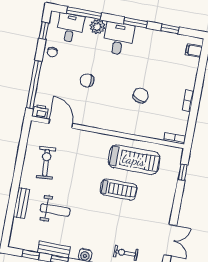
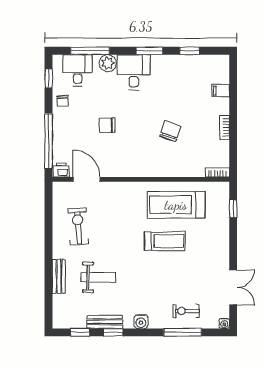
filing cabinet: (194, 50) -> (221, 91), moved
treadmill: (134, 160) -> (176, 205), turned 180

